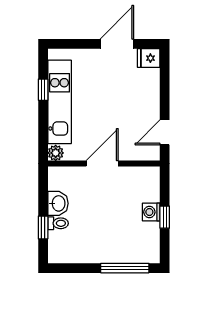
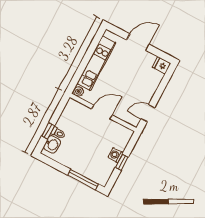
door: (117, 44) -> (138, 42), moved
window: (43, 90) -> (91, 51), removed
washbasin: (58, 203) -> (52, 144), moved

